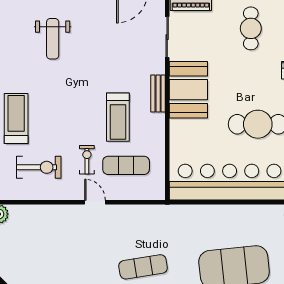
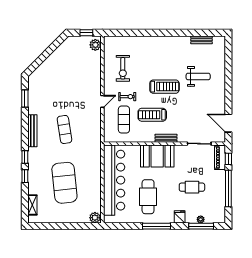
cafe table: (251, 28) -> (192, 187), moved
weight bench: (53, 39) -> (198, 76), turned 180
booth: (188, 90) -> (157, 156), moved
treadmill: (16, 118) -> (164, 87), moved

